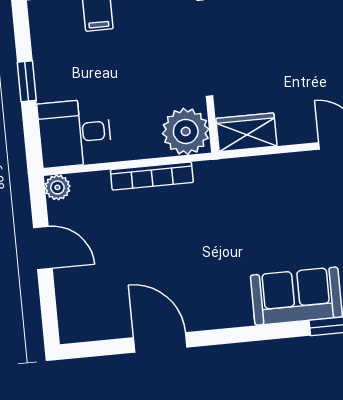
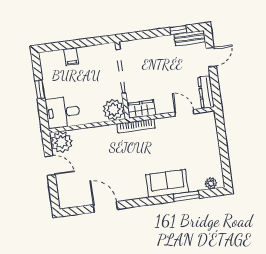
bookcase: (152, 176) -> (136, 126), moved
plant: (57, 187) -> (61, 142), width x1.88, depth x1.88

